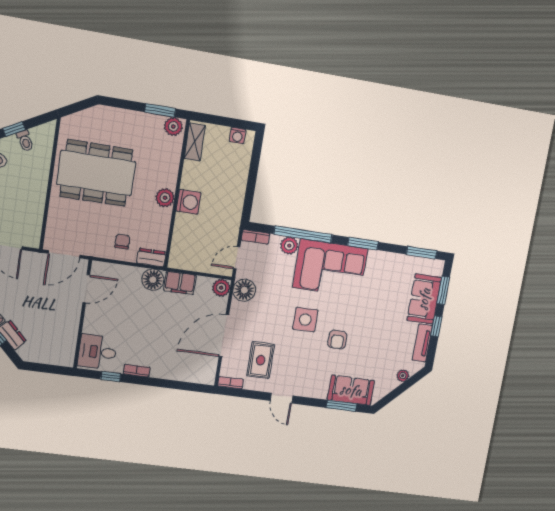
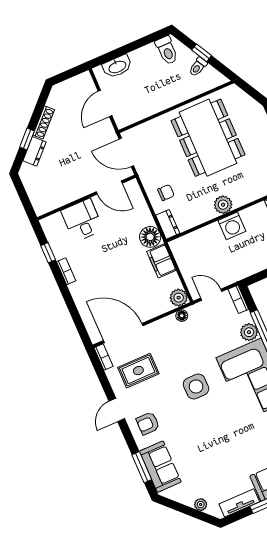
floor lamp: (244, 290) -> (182, 316), width x0.53, depth x0.53
door: (224, 336) -> (123, 333), moved
armchair: (337, 340) -> (148, 423), moved
desk: (97, 352) -> (82, 220), moved

